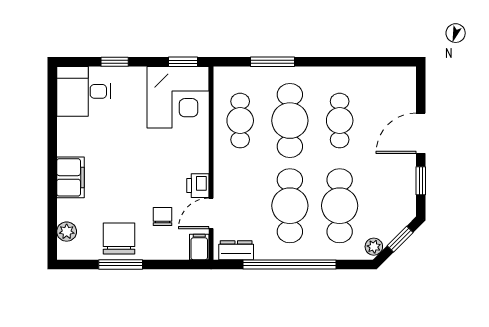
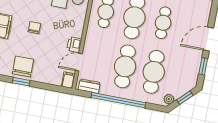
chair: (162, 217) -> (34, 28), moved
window: (121, 264) -> (21, 82), width x0.67

